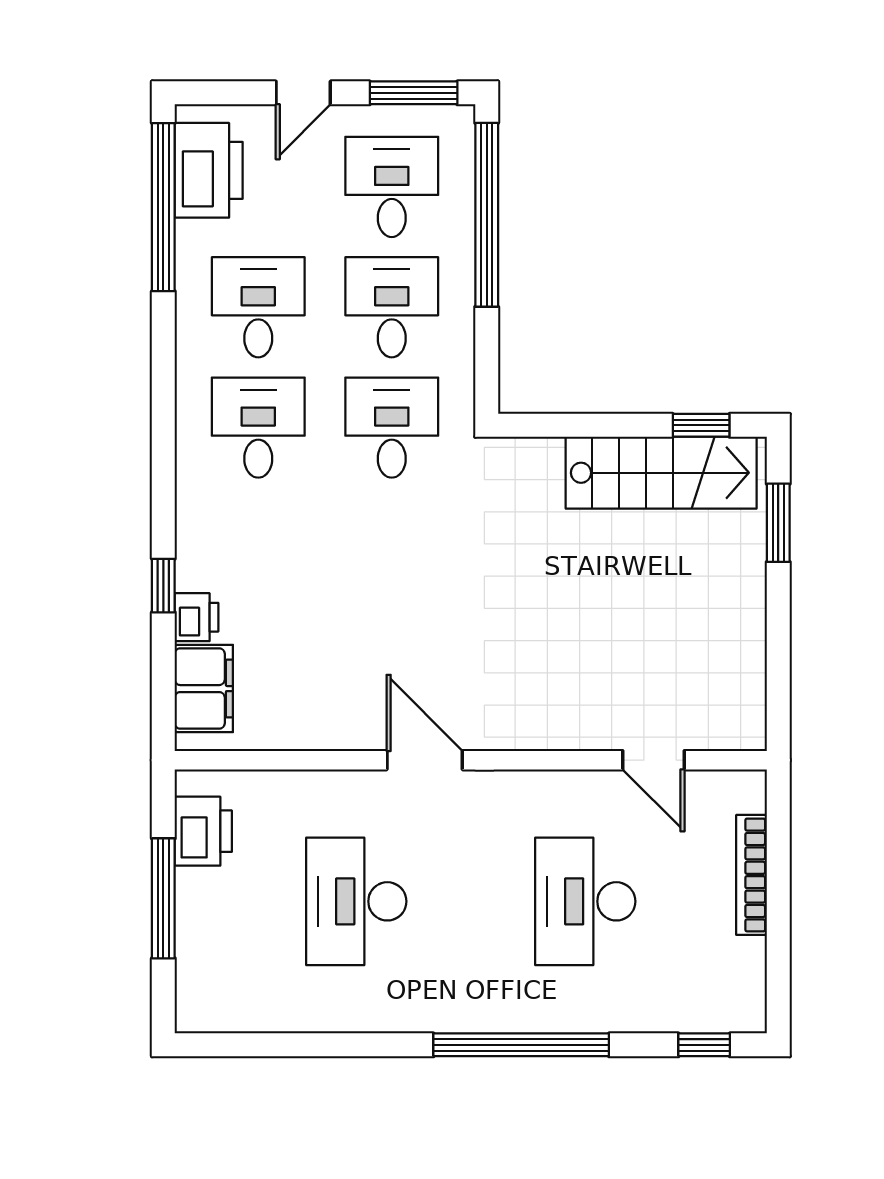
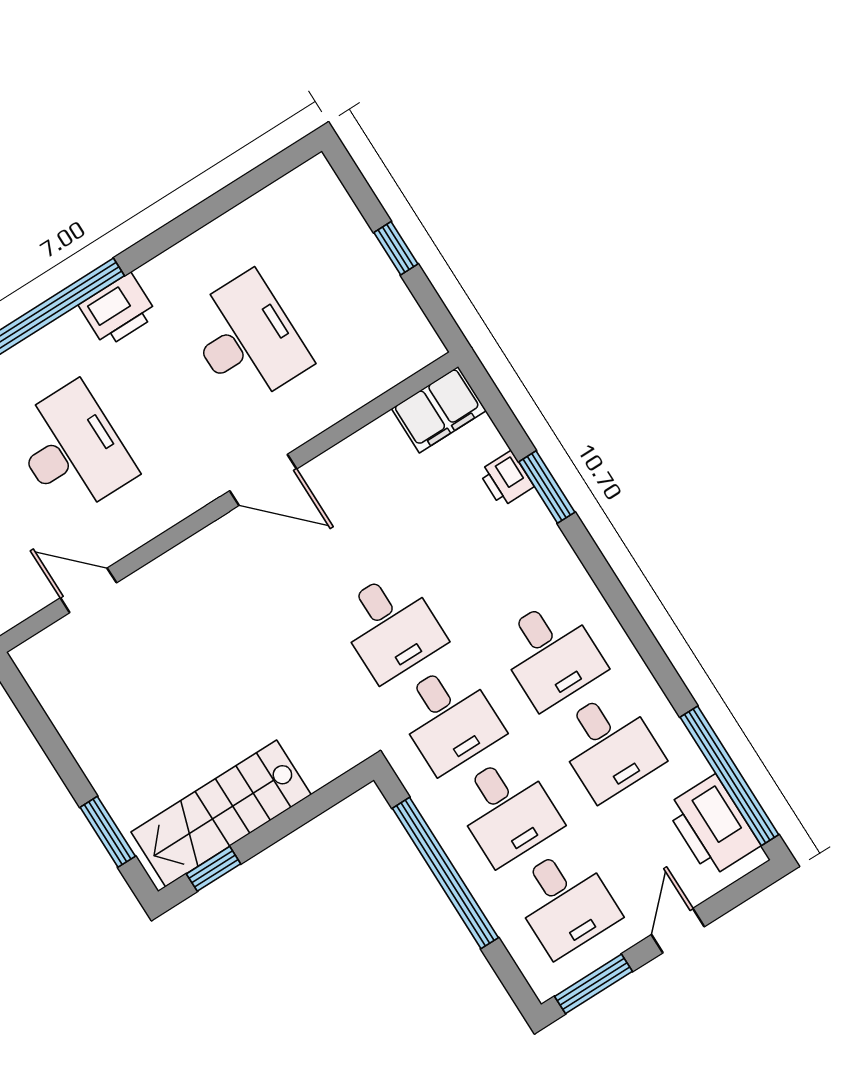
window: (487, 215) -> (445, 873), moved
desk: (392, 548) -> (391, 626), added
window: (163, 586) -> (547, 487), width x1.50
filing cabinet: (204, 689) -> (439, 410), moved, turned -90
printer: (203, 831) -> (118, 310), moved, turned -90
window: (163, 898) -> (396, 248), width x0.46

